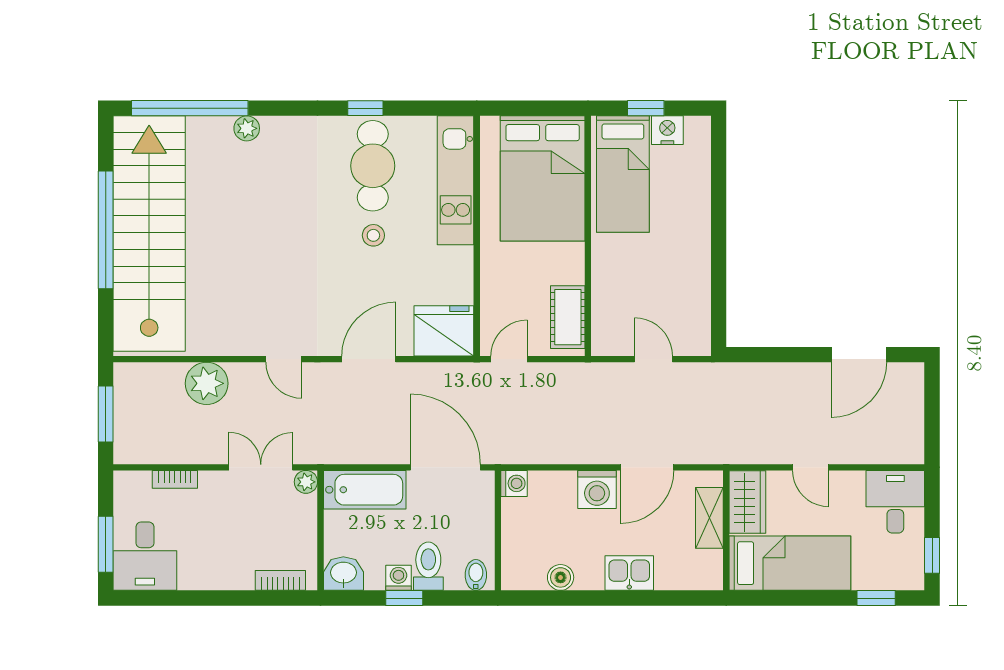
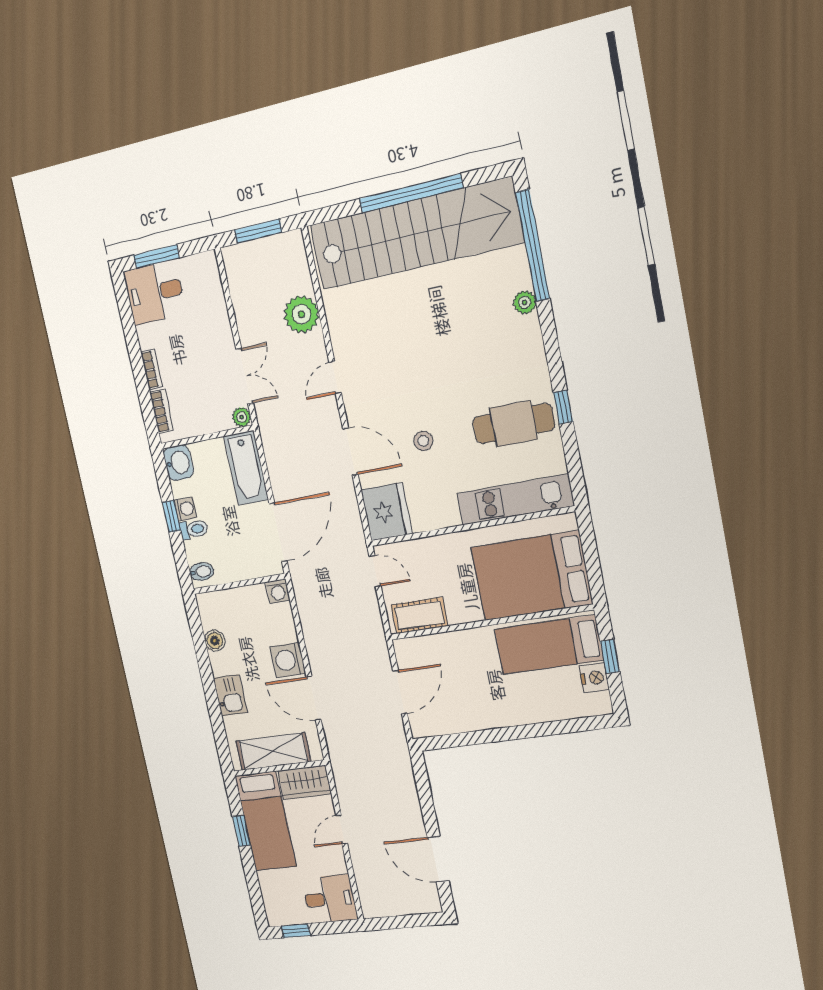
stool: (373, 235) -> (423, 441), moved
door: (654, 359) -> (400, 692), width x1.38
bookcase: (175, 479) -> (152, 369), moved, turned 180
shelving: (709, 518) -> (273, 751), width x1.50, depth x1.33
toilet: (428, 566) -> (194, 529), width x0.73, depth x0.72
window: (876, 598) -> (241, 831), moved

